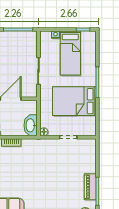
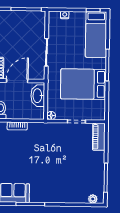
bed: (70, 53) -> (96, 35), moved
washbasin: (31, 125) -> (38, 96), moved
piano: (90, 187) -> (99, 137), moved

